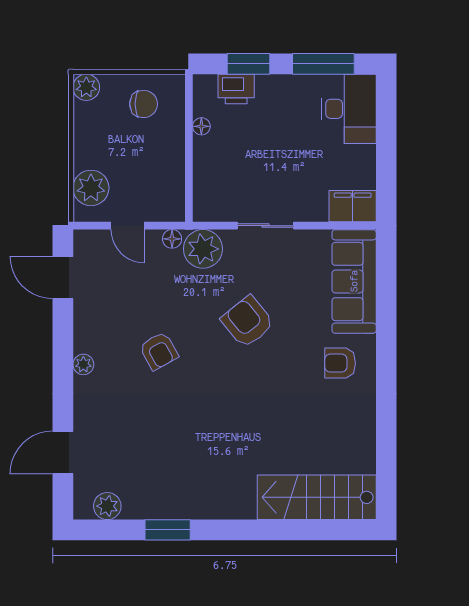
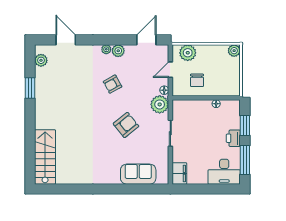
printer: (236, 89) -> (233, 138), moved
chair: (144, 104) -> (197, 80), moved
sofa: (354, 281) -> (138, 174), width x0.73
plant: (87, 339) -> (118, 51), added
armchair: (340, 363) -> (107, 168), removed

